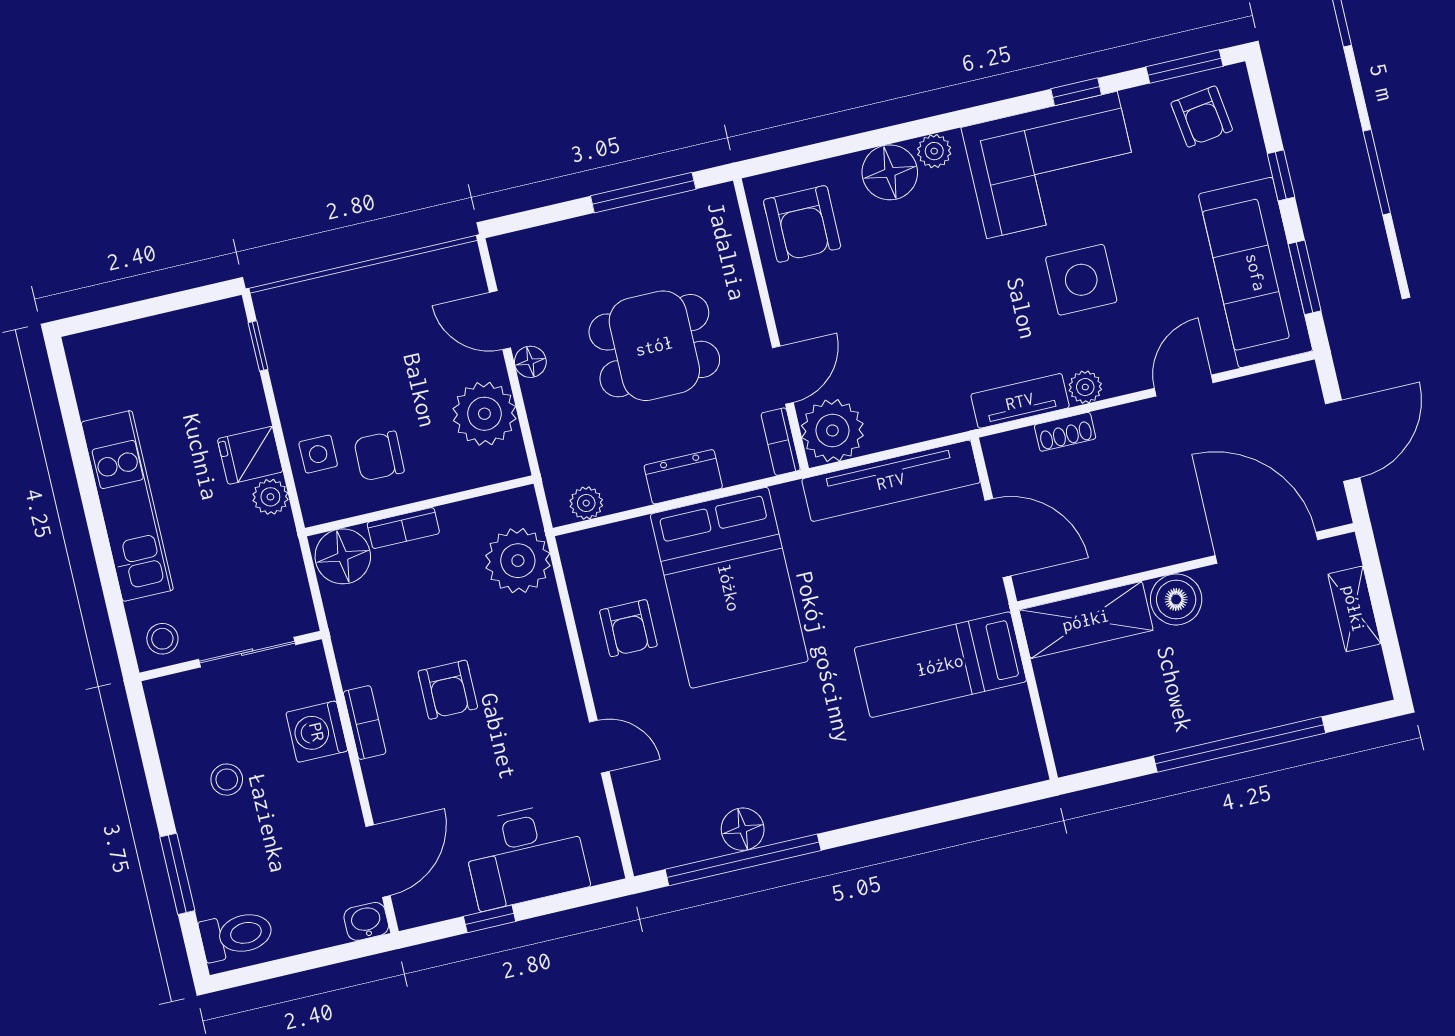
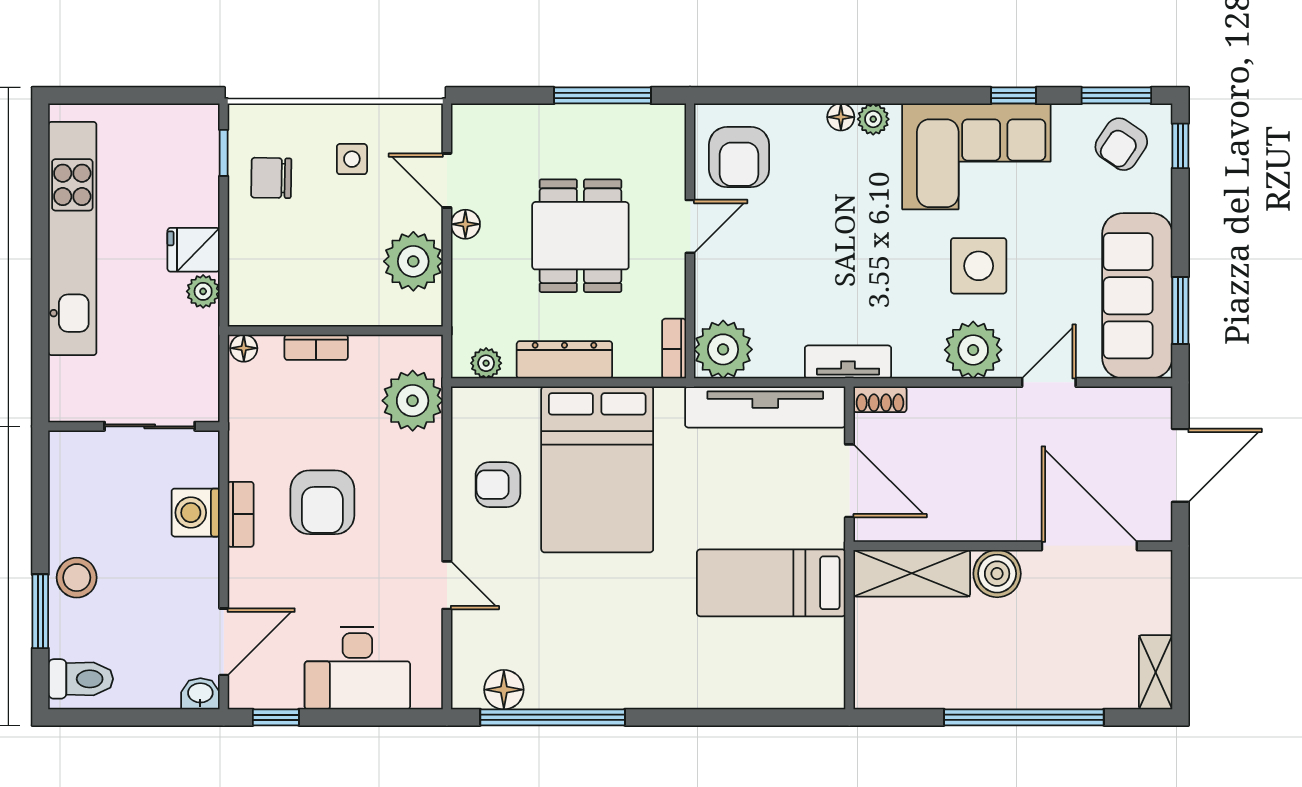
armchair: (1202, 117) -> (1121, 144), turned 42
floor lamp: (890, 172) -> (841, 117), width x0.53, depth x0.53
window: (1281, 175) -> (1180, 146), moved
dining table: (654, 346) -> (580, 236), turned 90
door: (783, 375) -> (690, 226), moved
plant: (1085, 387) -> (973, 350), width x1.88, depth x1.88
tv unit: (1020, 401) -> (848, 362), moved
shoe rack: (1065, 432) -> (880, 399), moved
side table: (318, 454) -> (352, 159), moved
chair: (379, 456) -> (271, 178), moved
dresser: (683, 477) -> (564, 360), width x1.44
kitchen unit: (127, 506) -> (72, 239), width x1.36
floor lamp: (343, 556) -> (244, 348), width x0.53, depth x0.53
shelving: (1354, 609) -> (1156, 672), moved
armchair: (628, 628) -> (498, 485), turned 90
stool: (162, 639) -> (76, 397), removed
armchair: (448, 690) -> (322, 502), width x1.38, depth x1.38
stool: (227, 780) -> (77, 578), moved, width x1.37, depth x1.37
floor lamp: (743, 829) -> (504, 690), moved
window: (490, 919) -> (276, 717), moved

